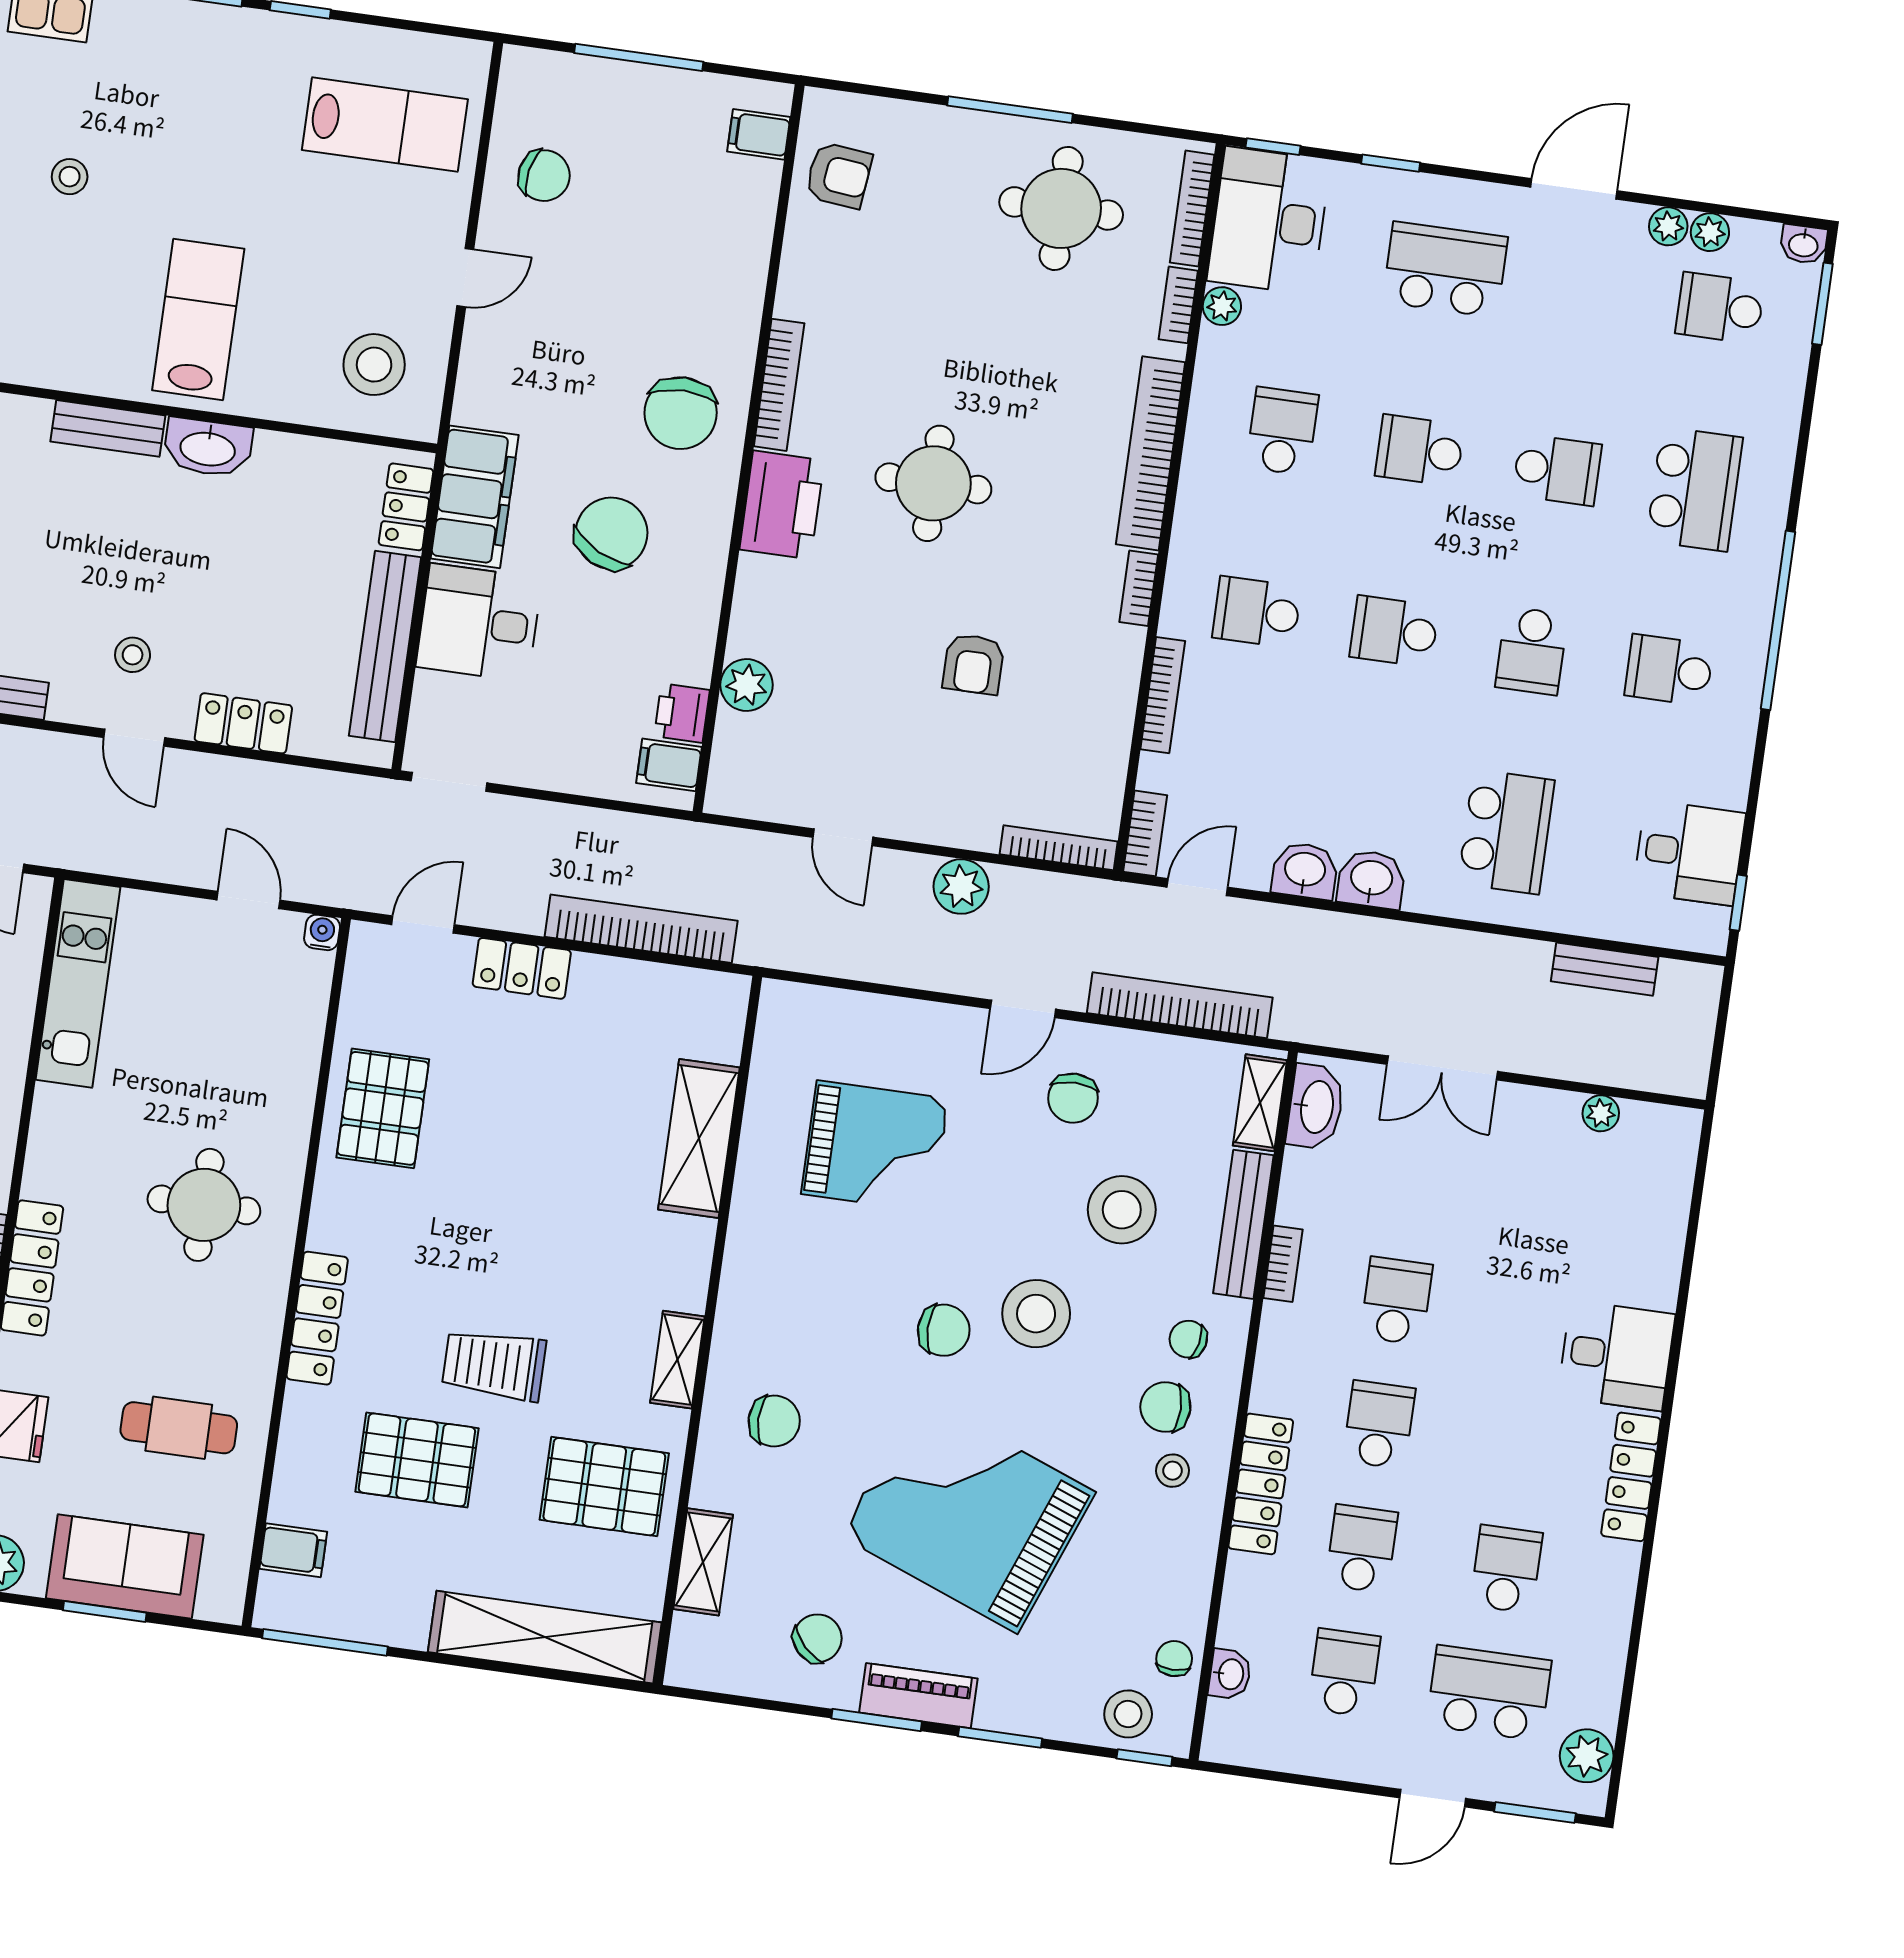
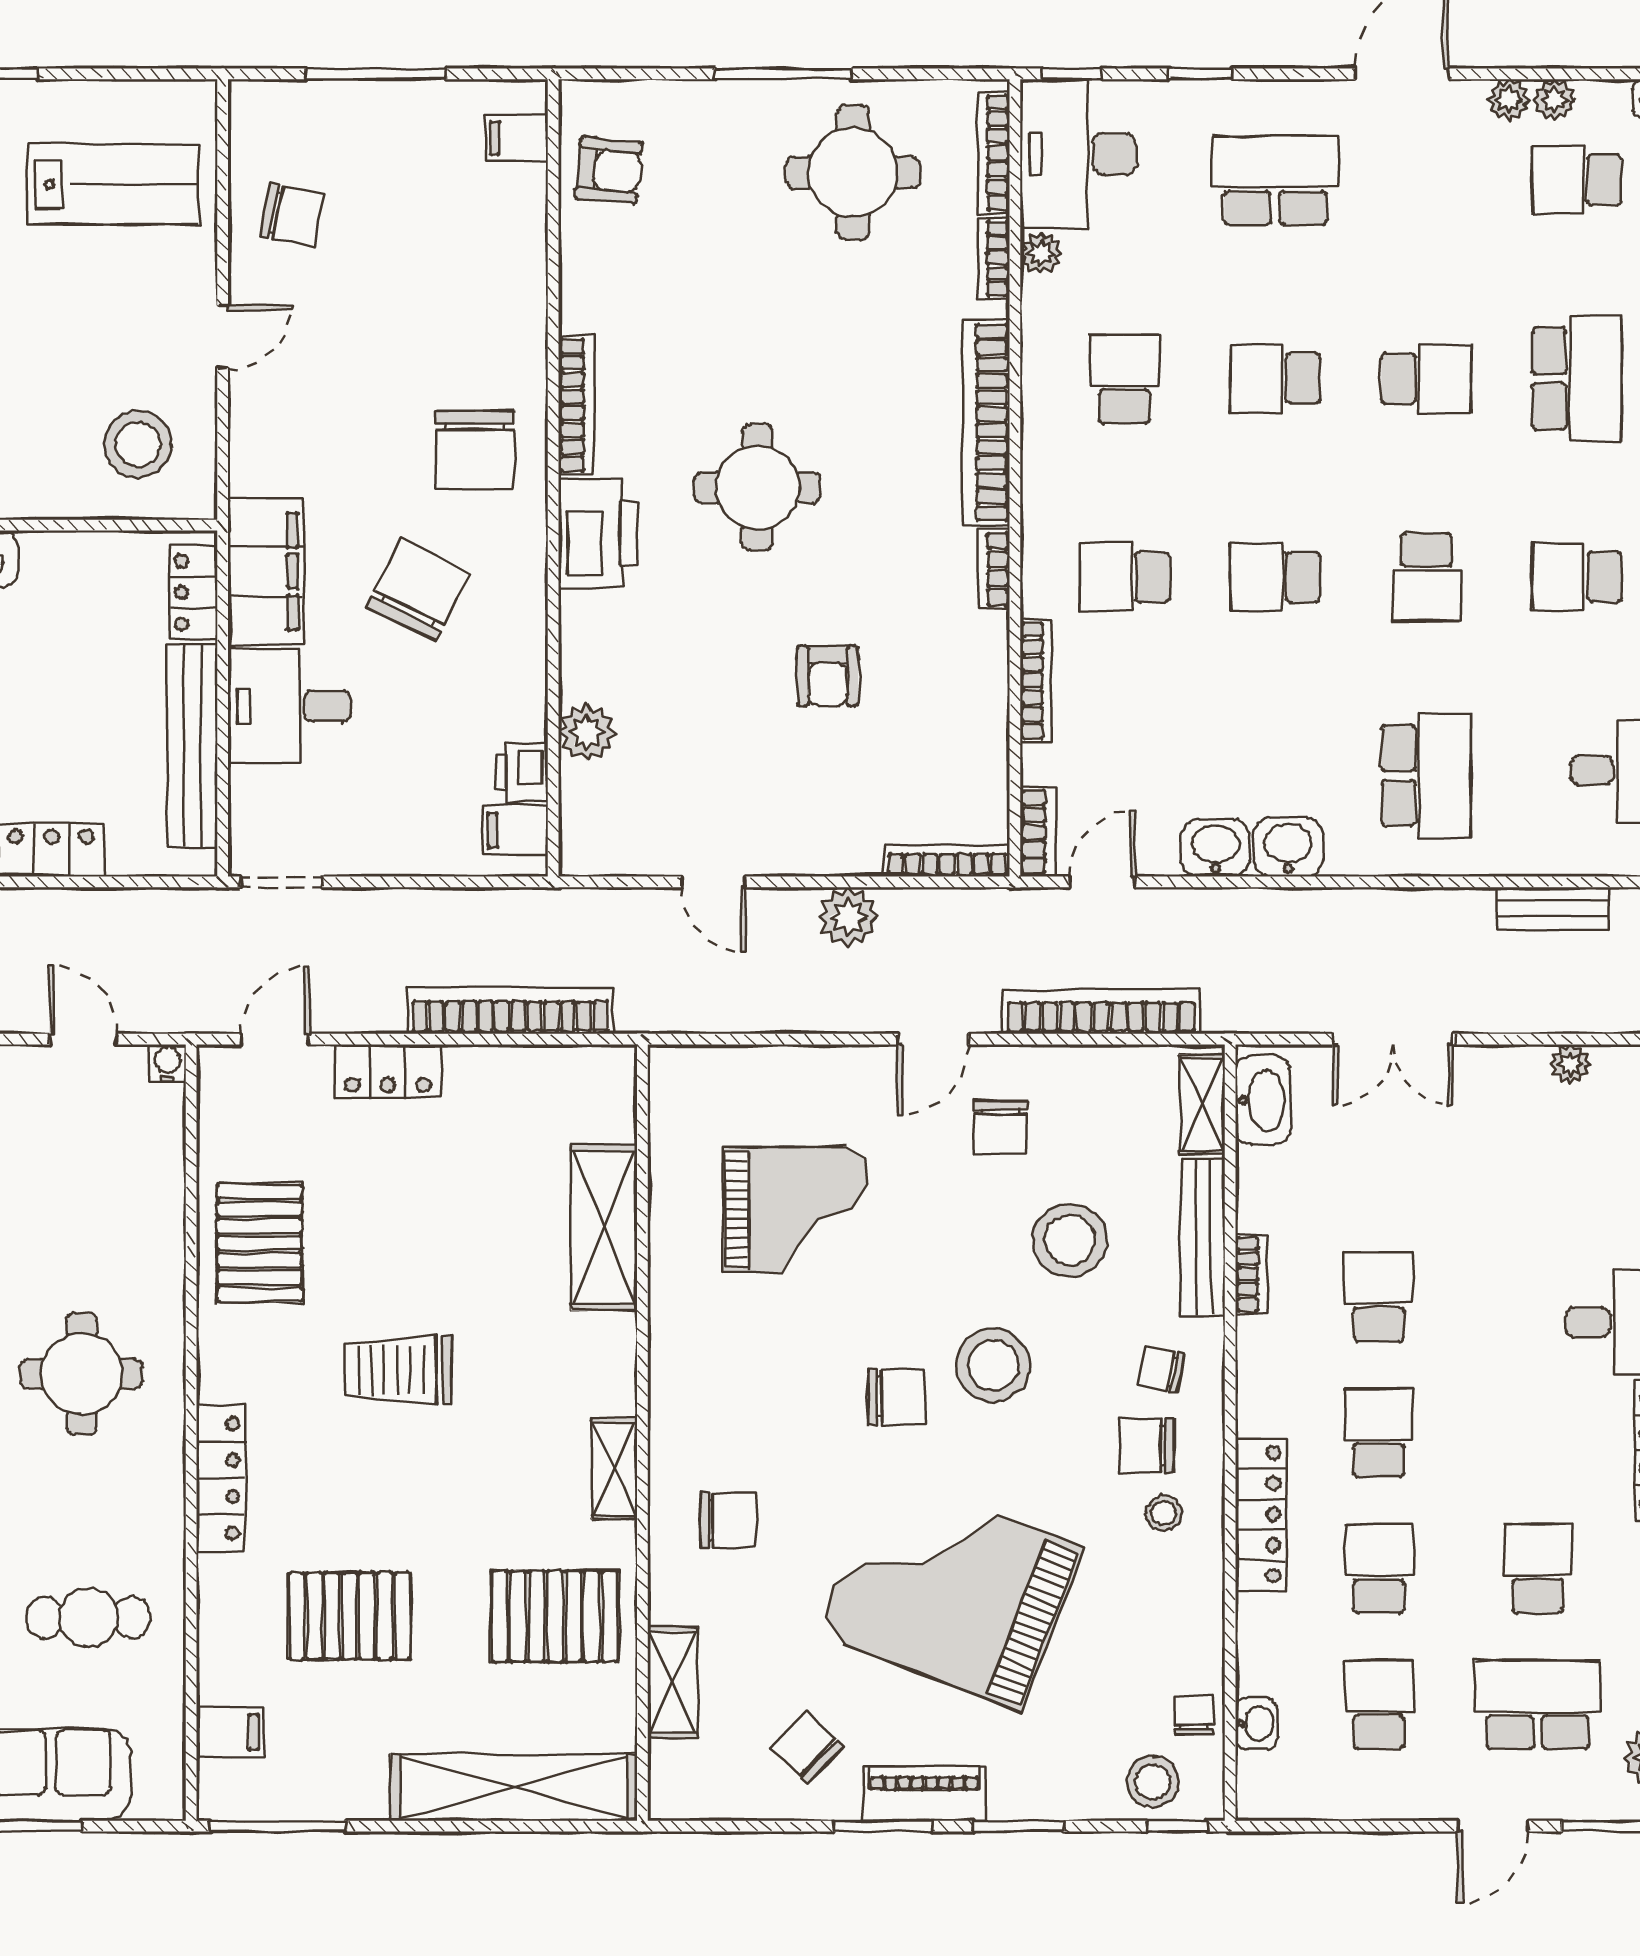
trolley: (494, 1365) -> (398, 1370), moved
chair: (817, 1638) -> (807, 1747), turned -92

